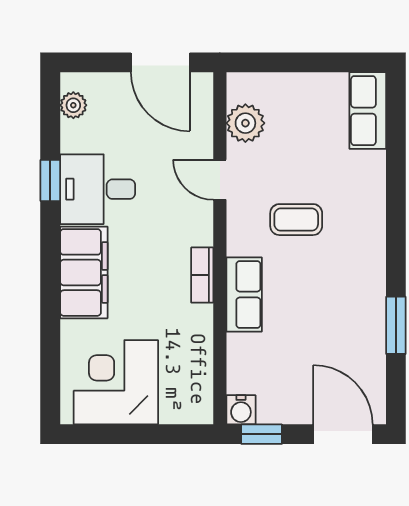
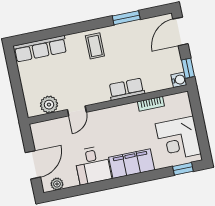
door: (160, 62) -> (33, 165), moved
row of seats: (368, 111) -> (40, 49), width x1.48
window: (50, 180) -> (183, 169), moved
coffee table: (296, 220) -> (95, 46), moved
bookcase: (202, 275) -> (151, 104), moved

